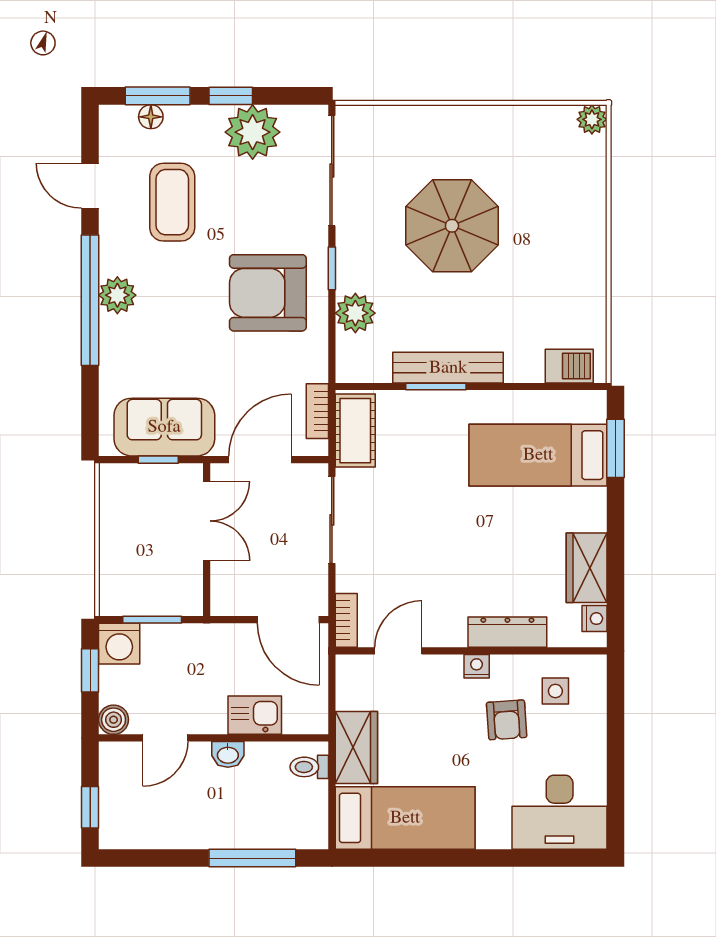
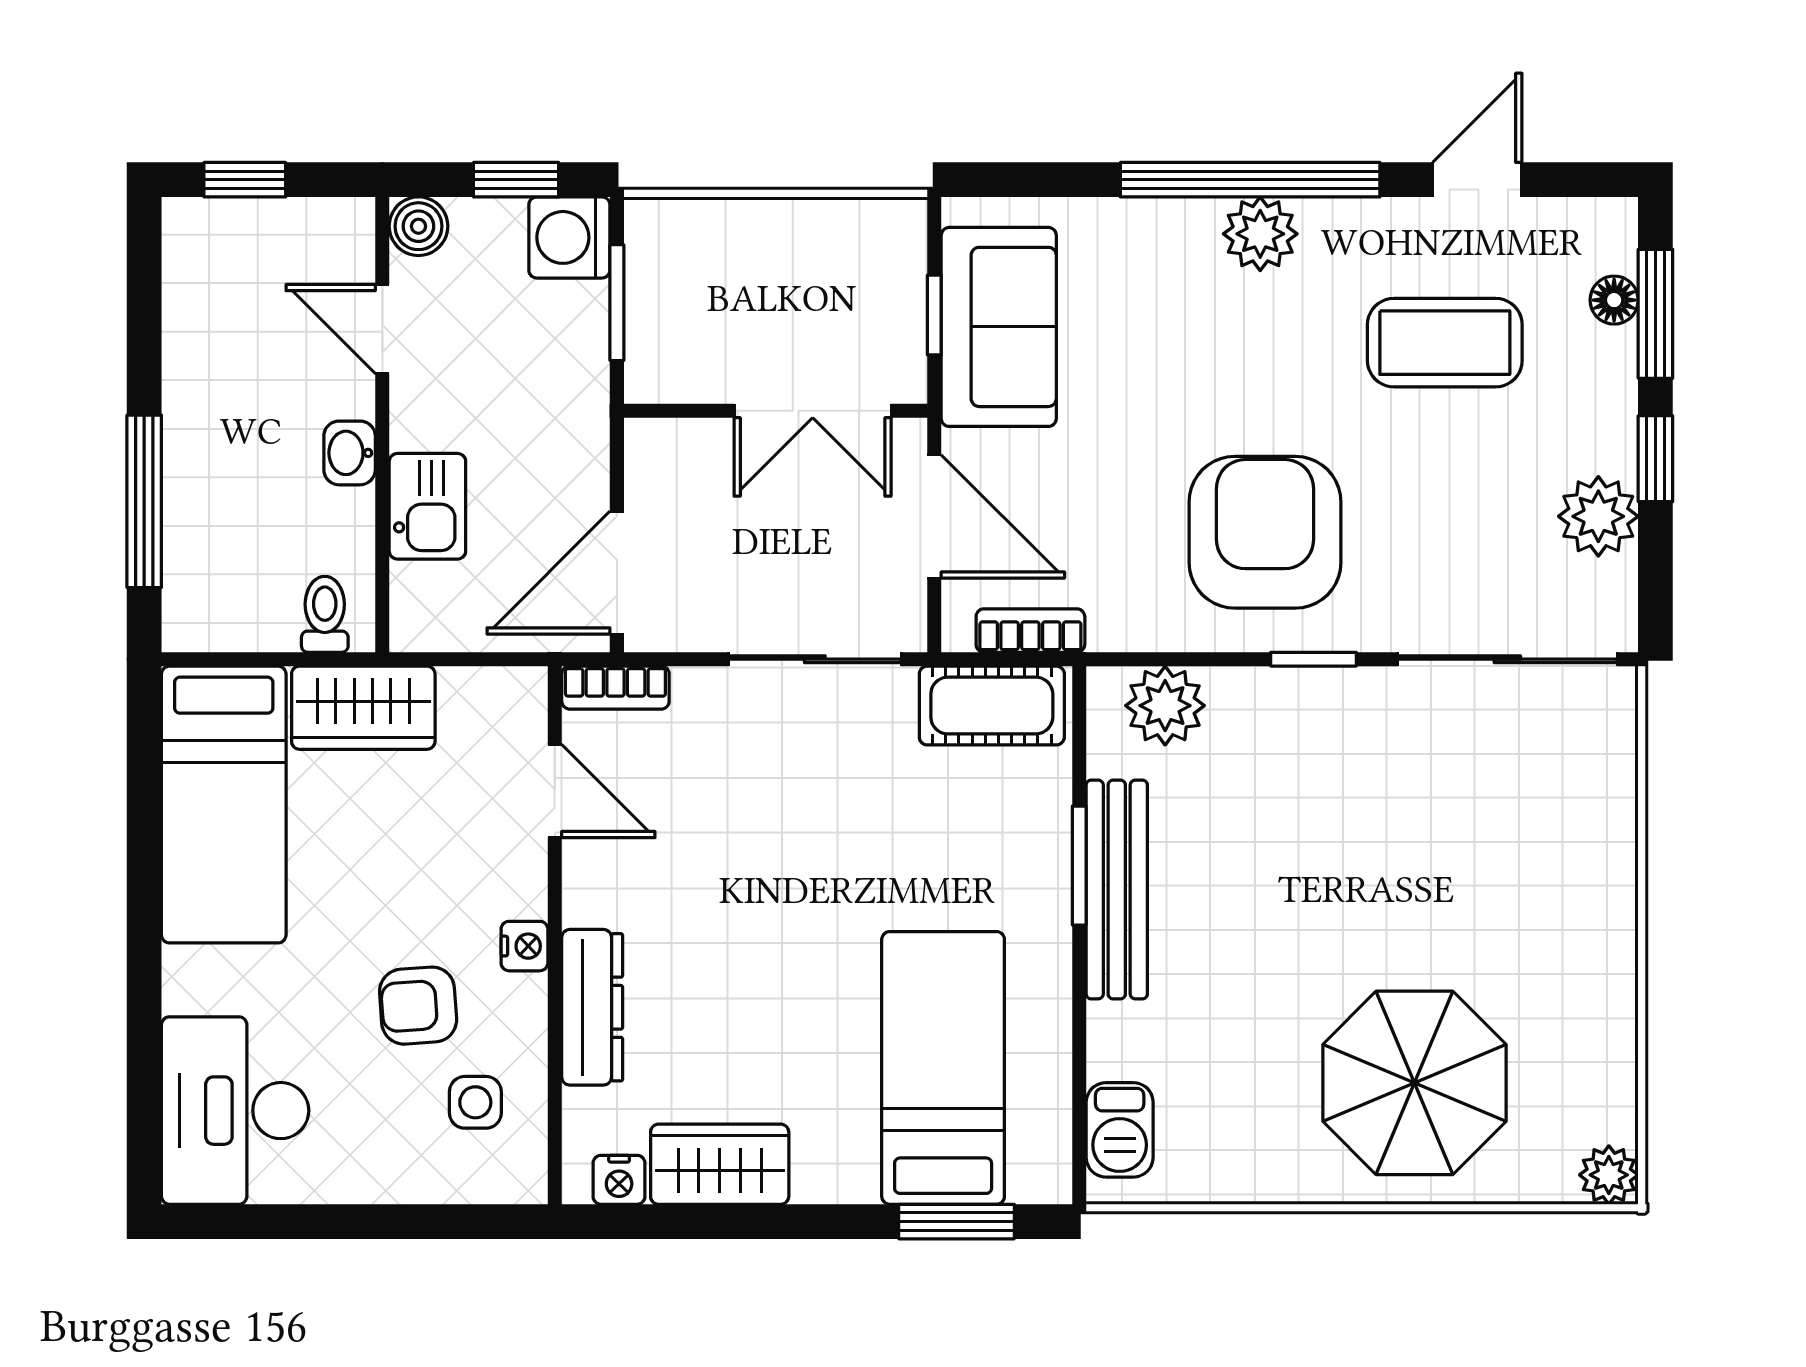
plant: (253, 132) -> (1598, 516), width x0.73, depth x0.73
parasol: (452, 226) -> (1414, 1083), moved
plant: (355, 313) -> (1165, 706), moved

